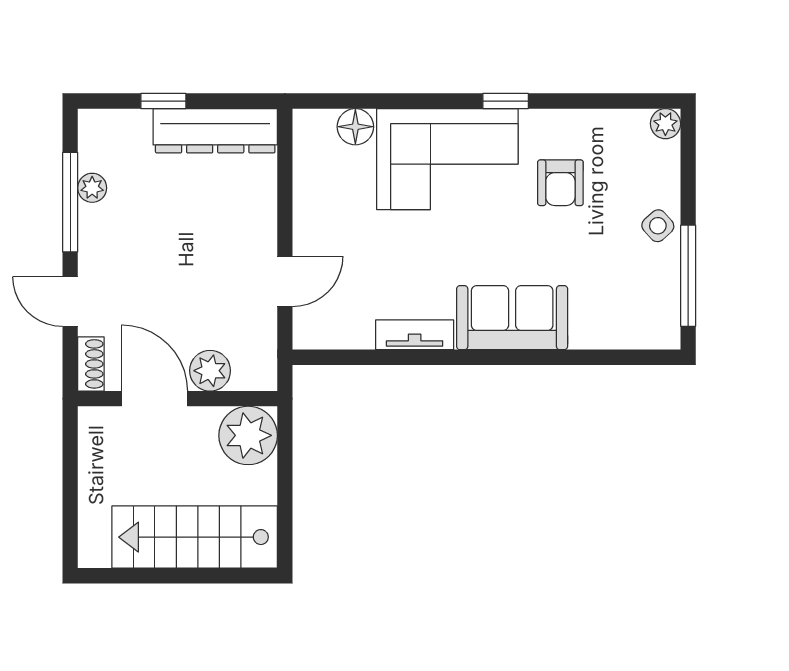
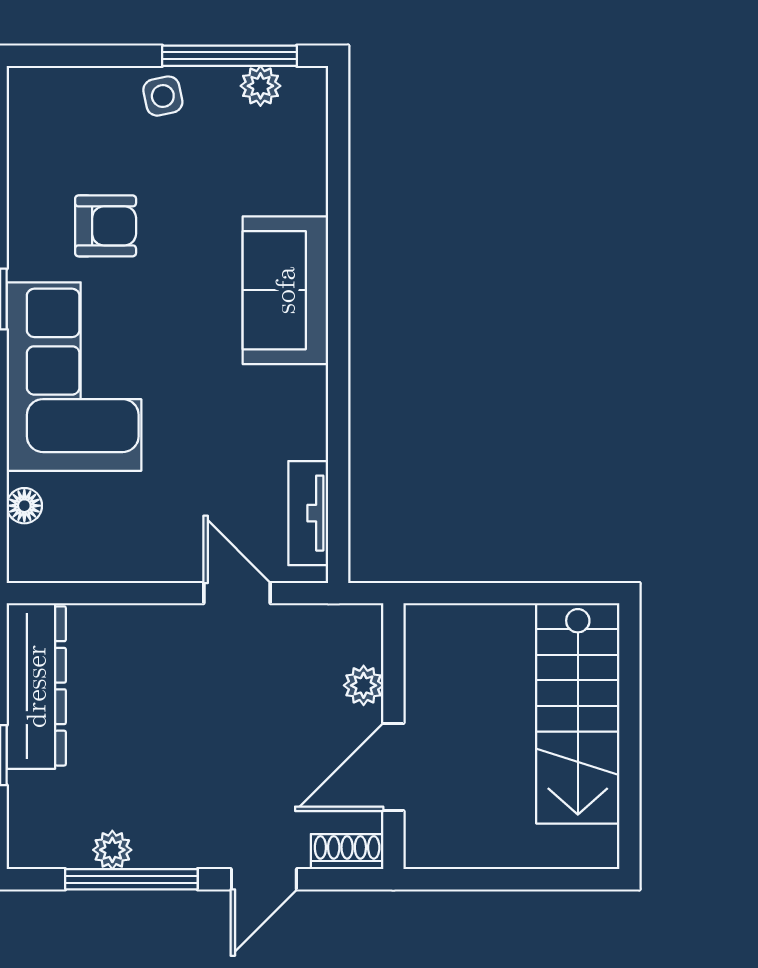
plant: (665, 124) -> (260, 86), moved
floor lamp: (355, 127) -> (24, 506), width x0.73, depth x0.73
side table: (658, 226) -> (163, 96), turned 30
tv unit: (415, 335) -> (308, 513), moved
plant: (210, 371) -> (364, 685), width x0.73, depth x0.73
plant: (248, 435) -> (442, 642), removed

